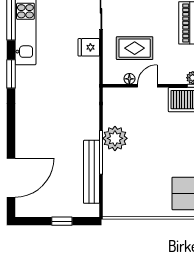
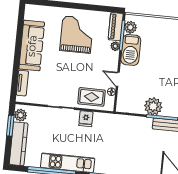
rug: (135, 48) -> (91, 97), moved, turned 90

